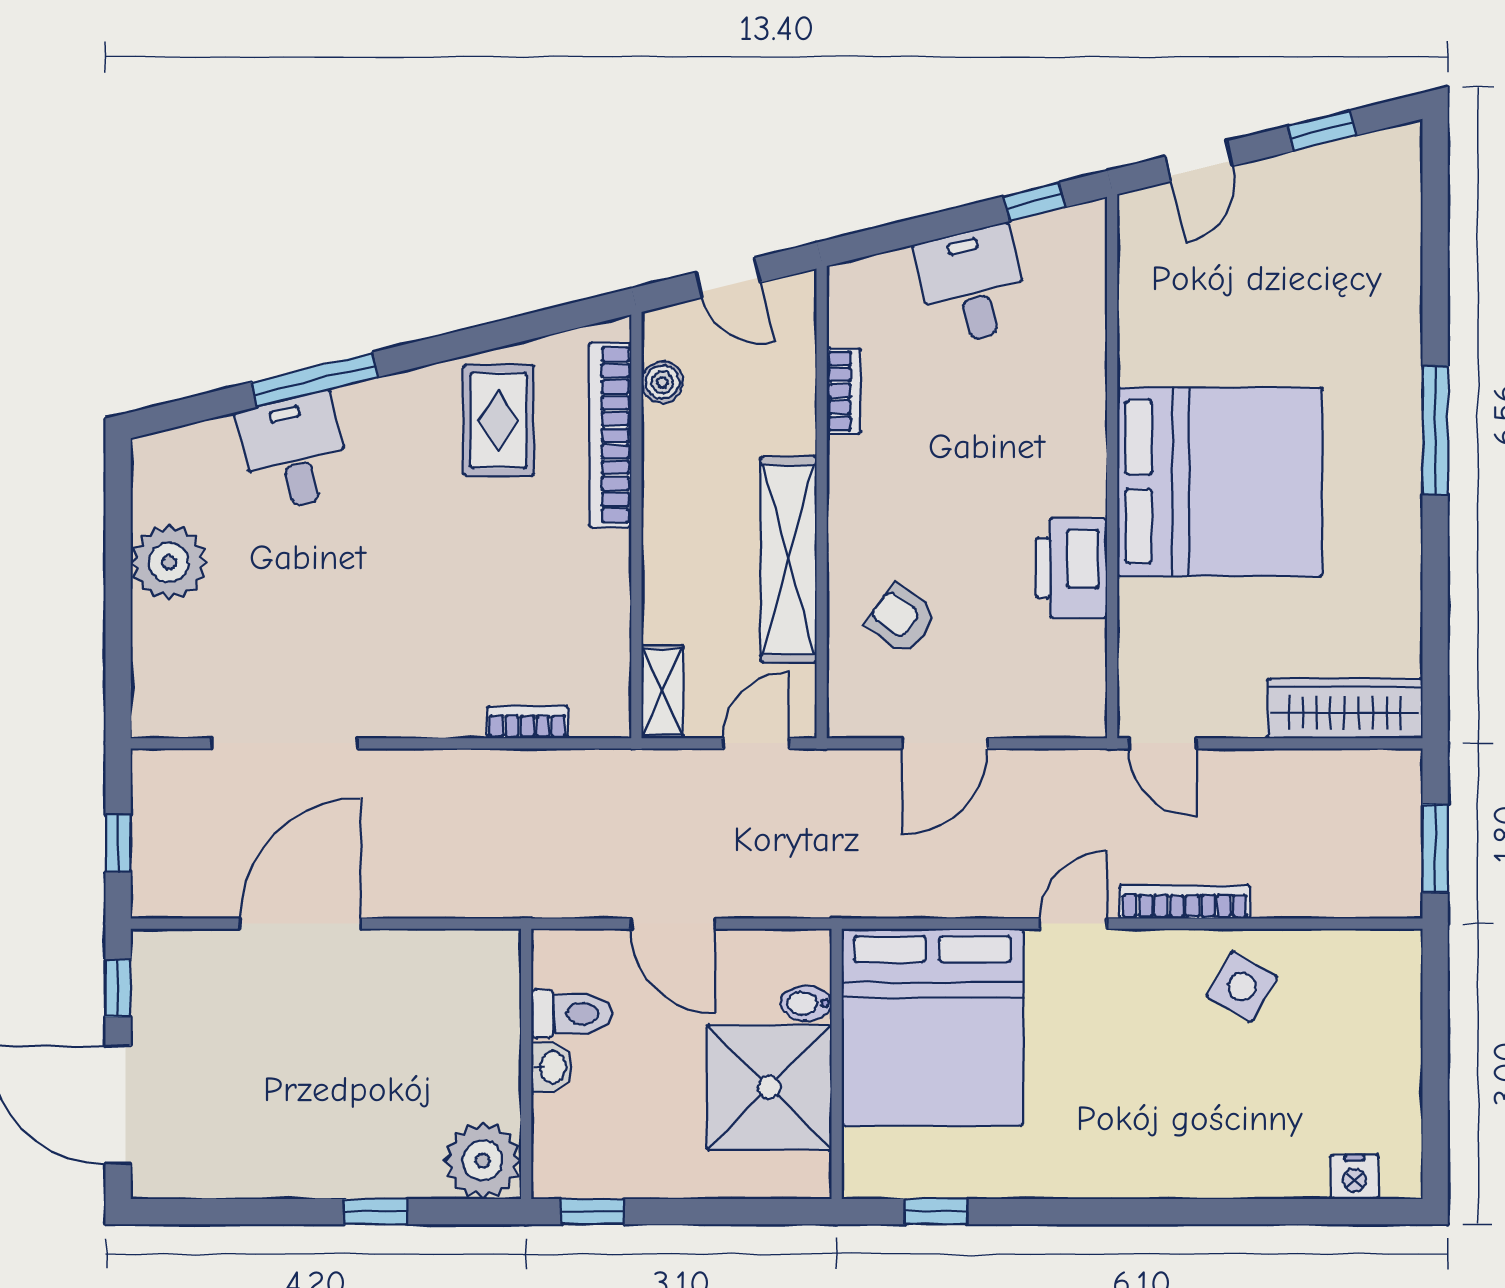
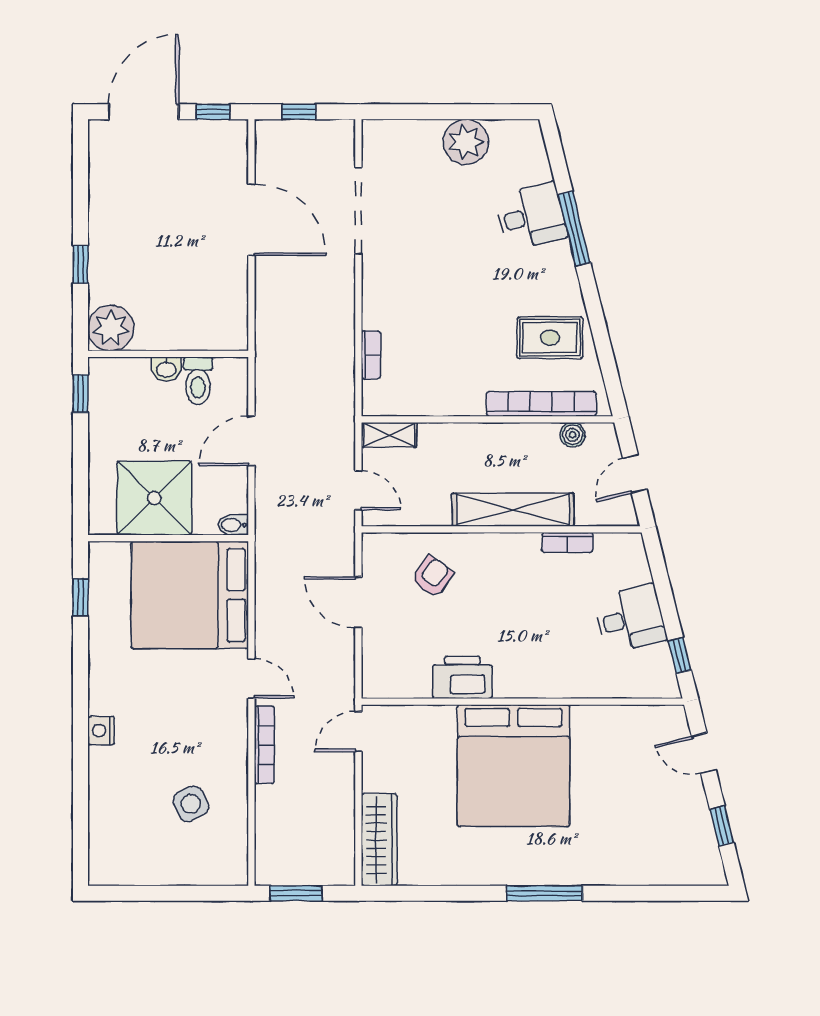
shelving: (789, 559) -> (513, 510), moved
side table: (1242, 987) -> (191, 804), moved, turned 33
bidet: (806, 1003) -> (233, 525), moved, turned -90
nightstand: (1354, 1177) -> (101, 731), moved

